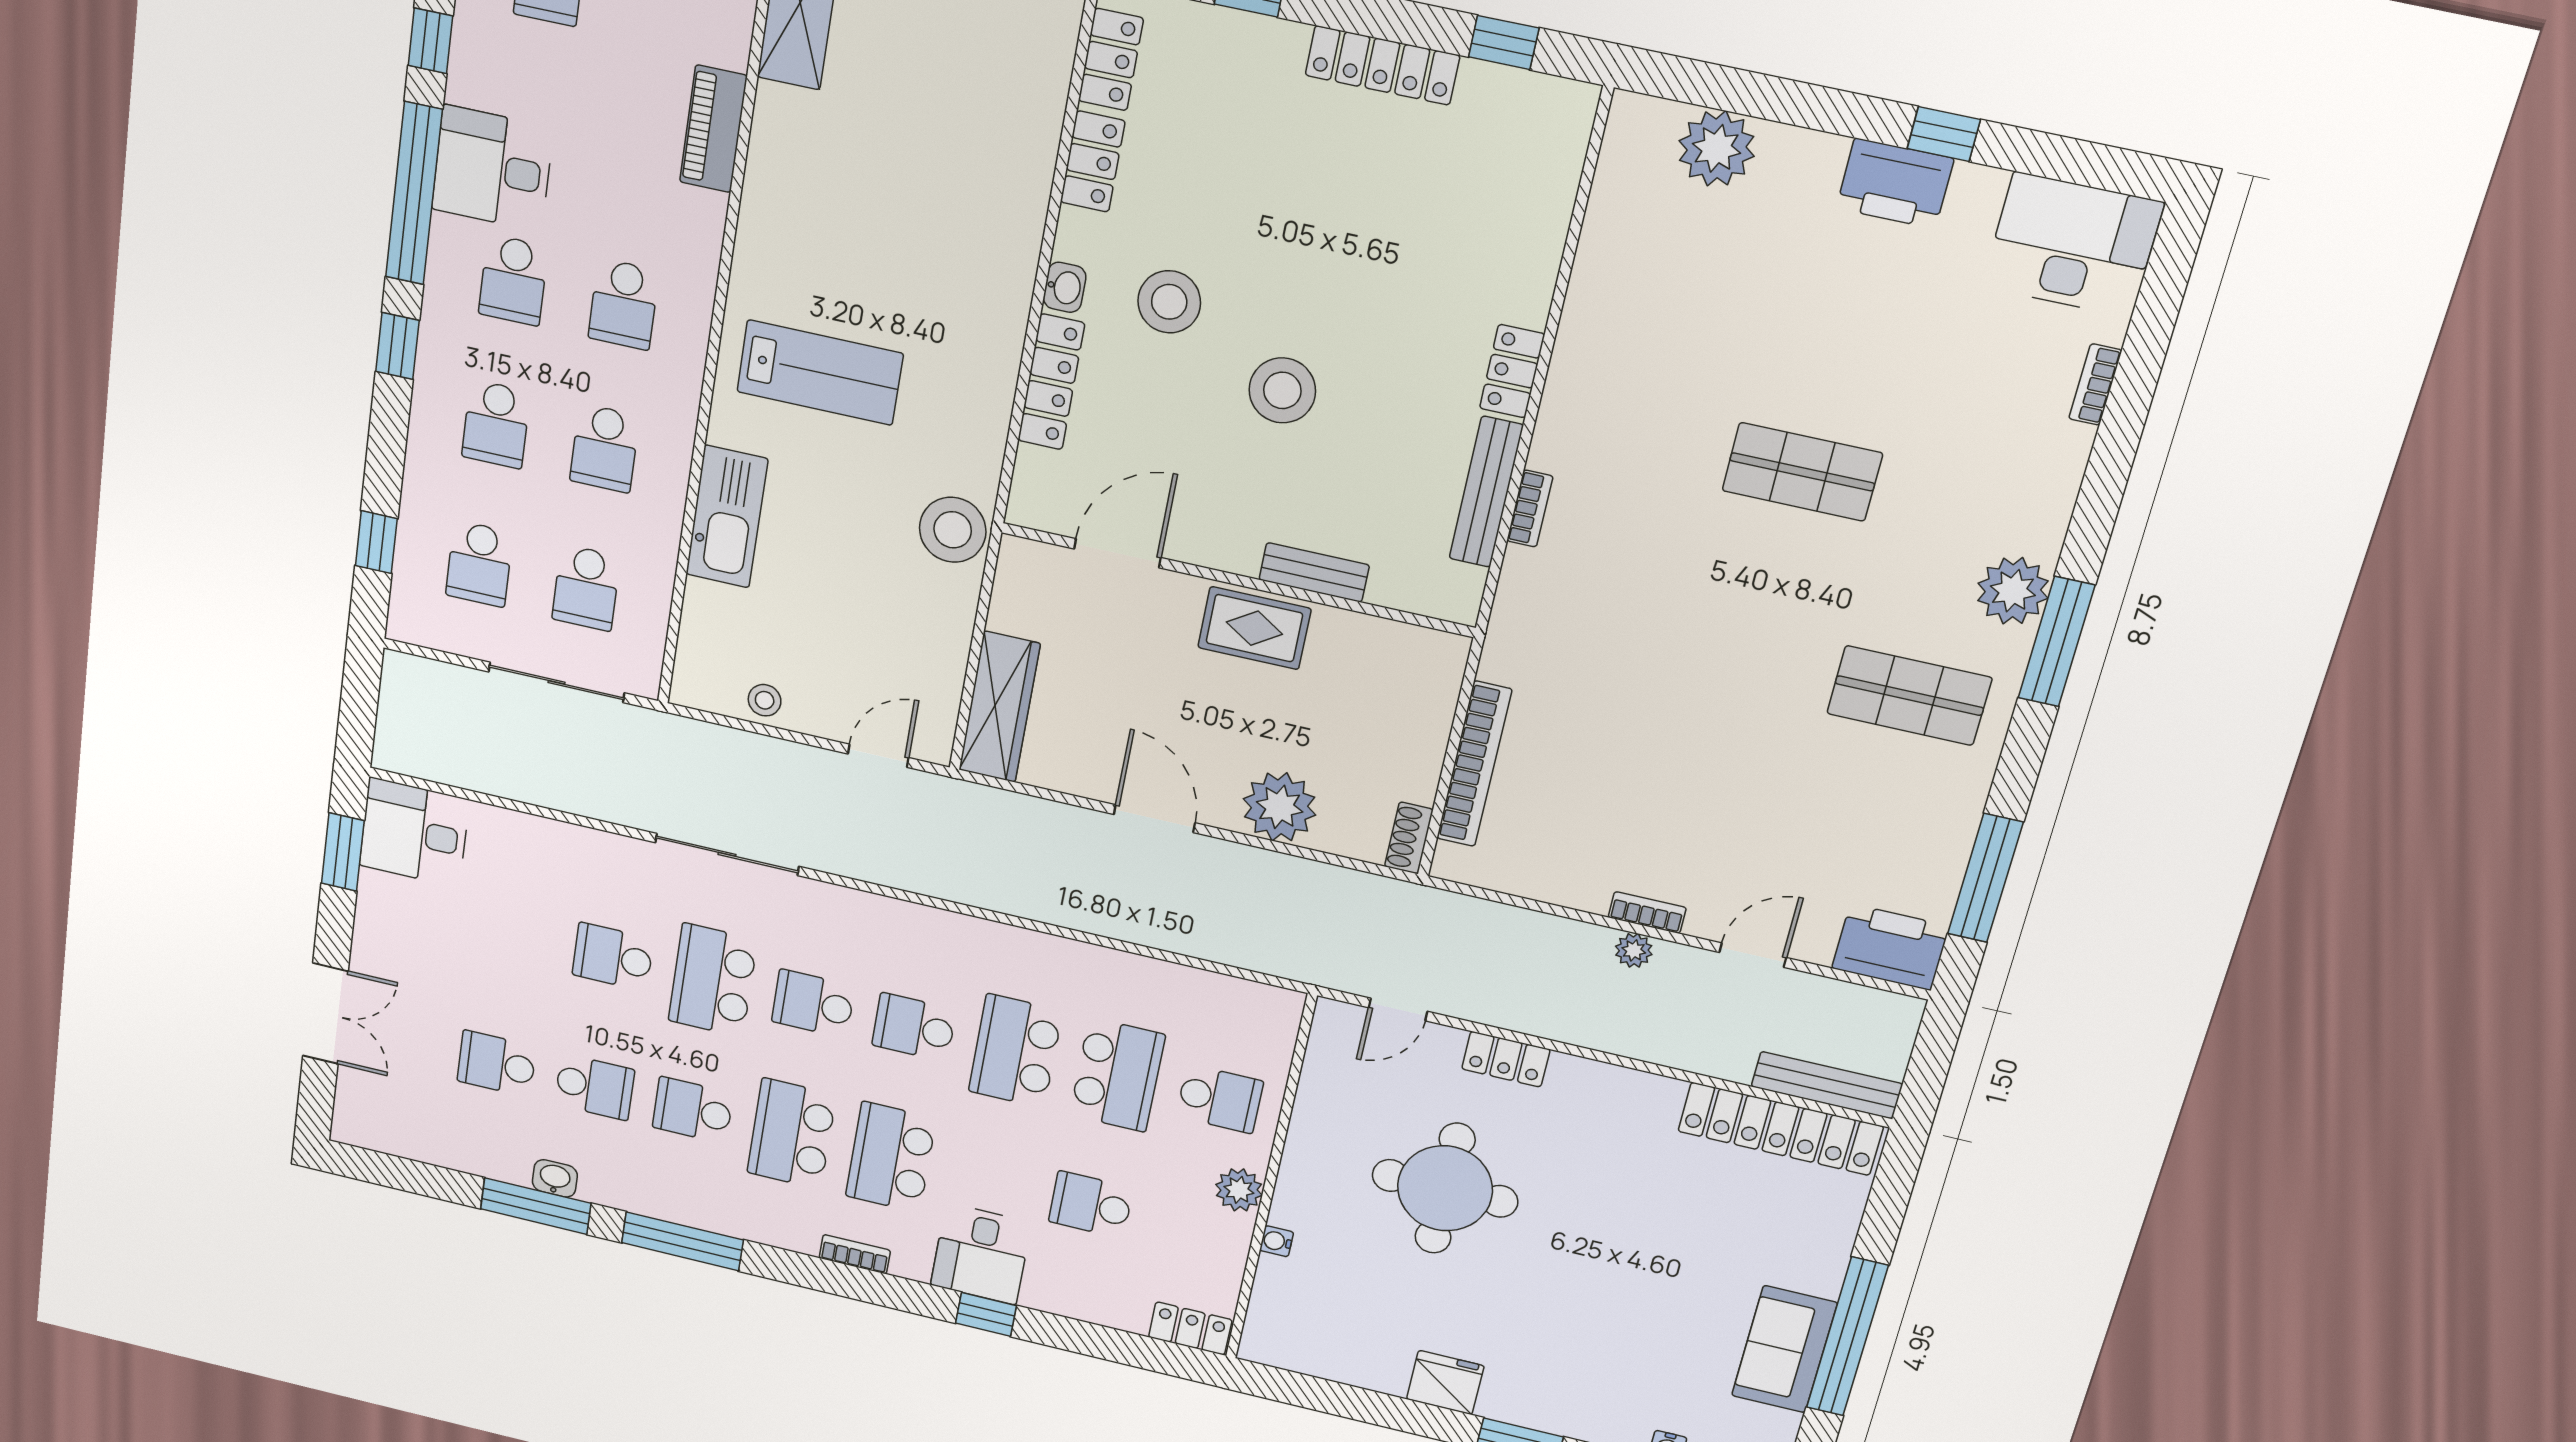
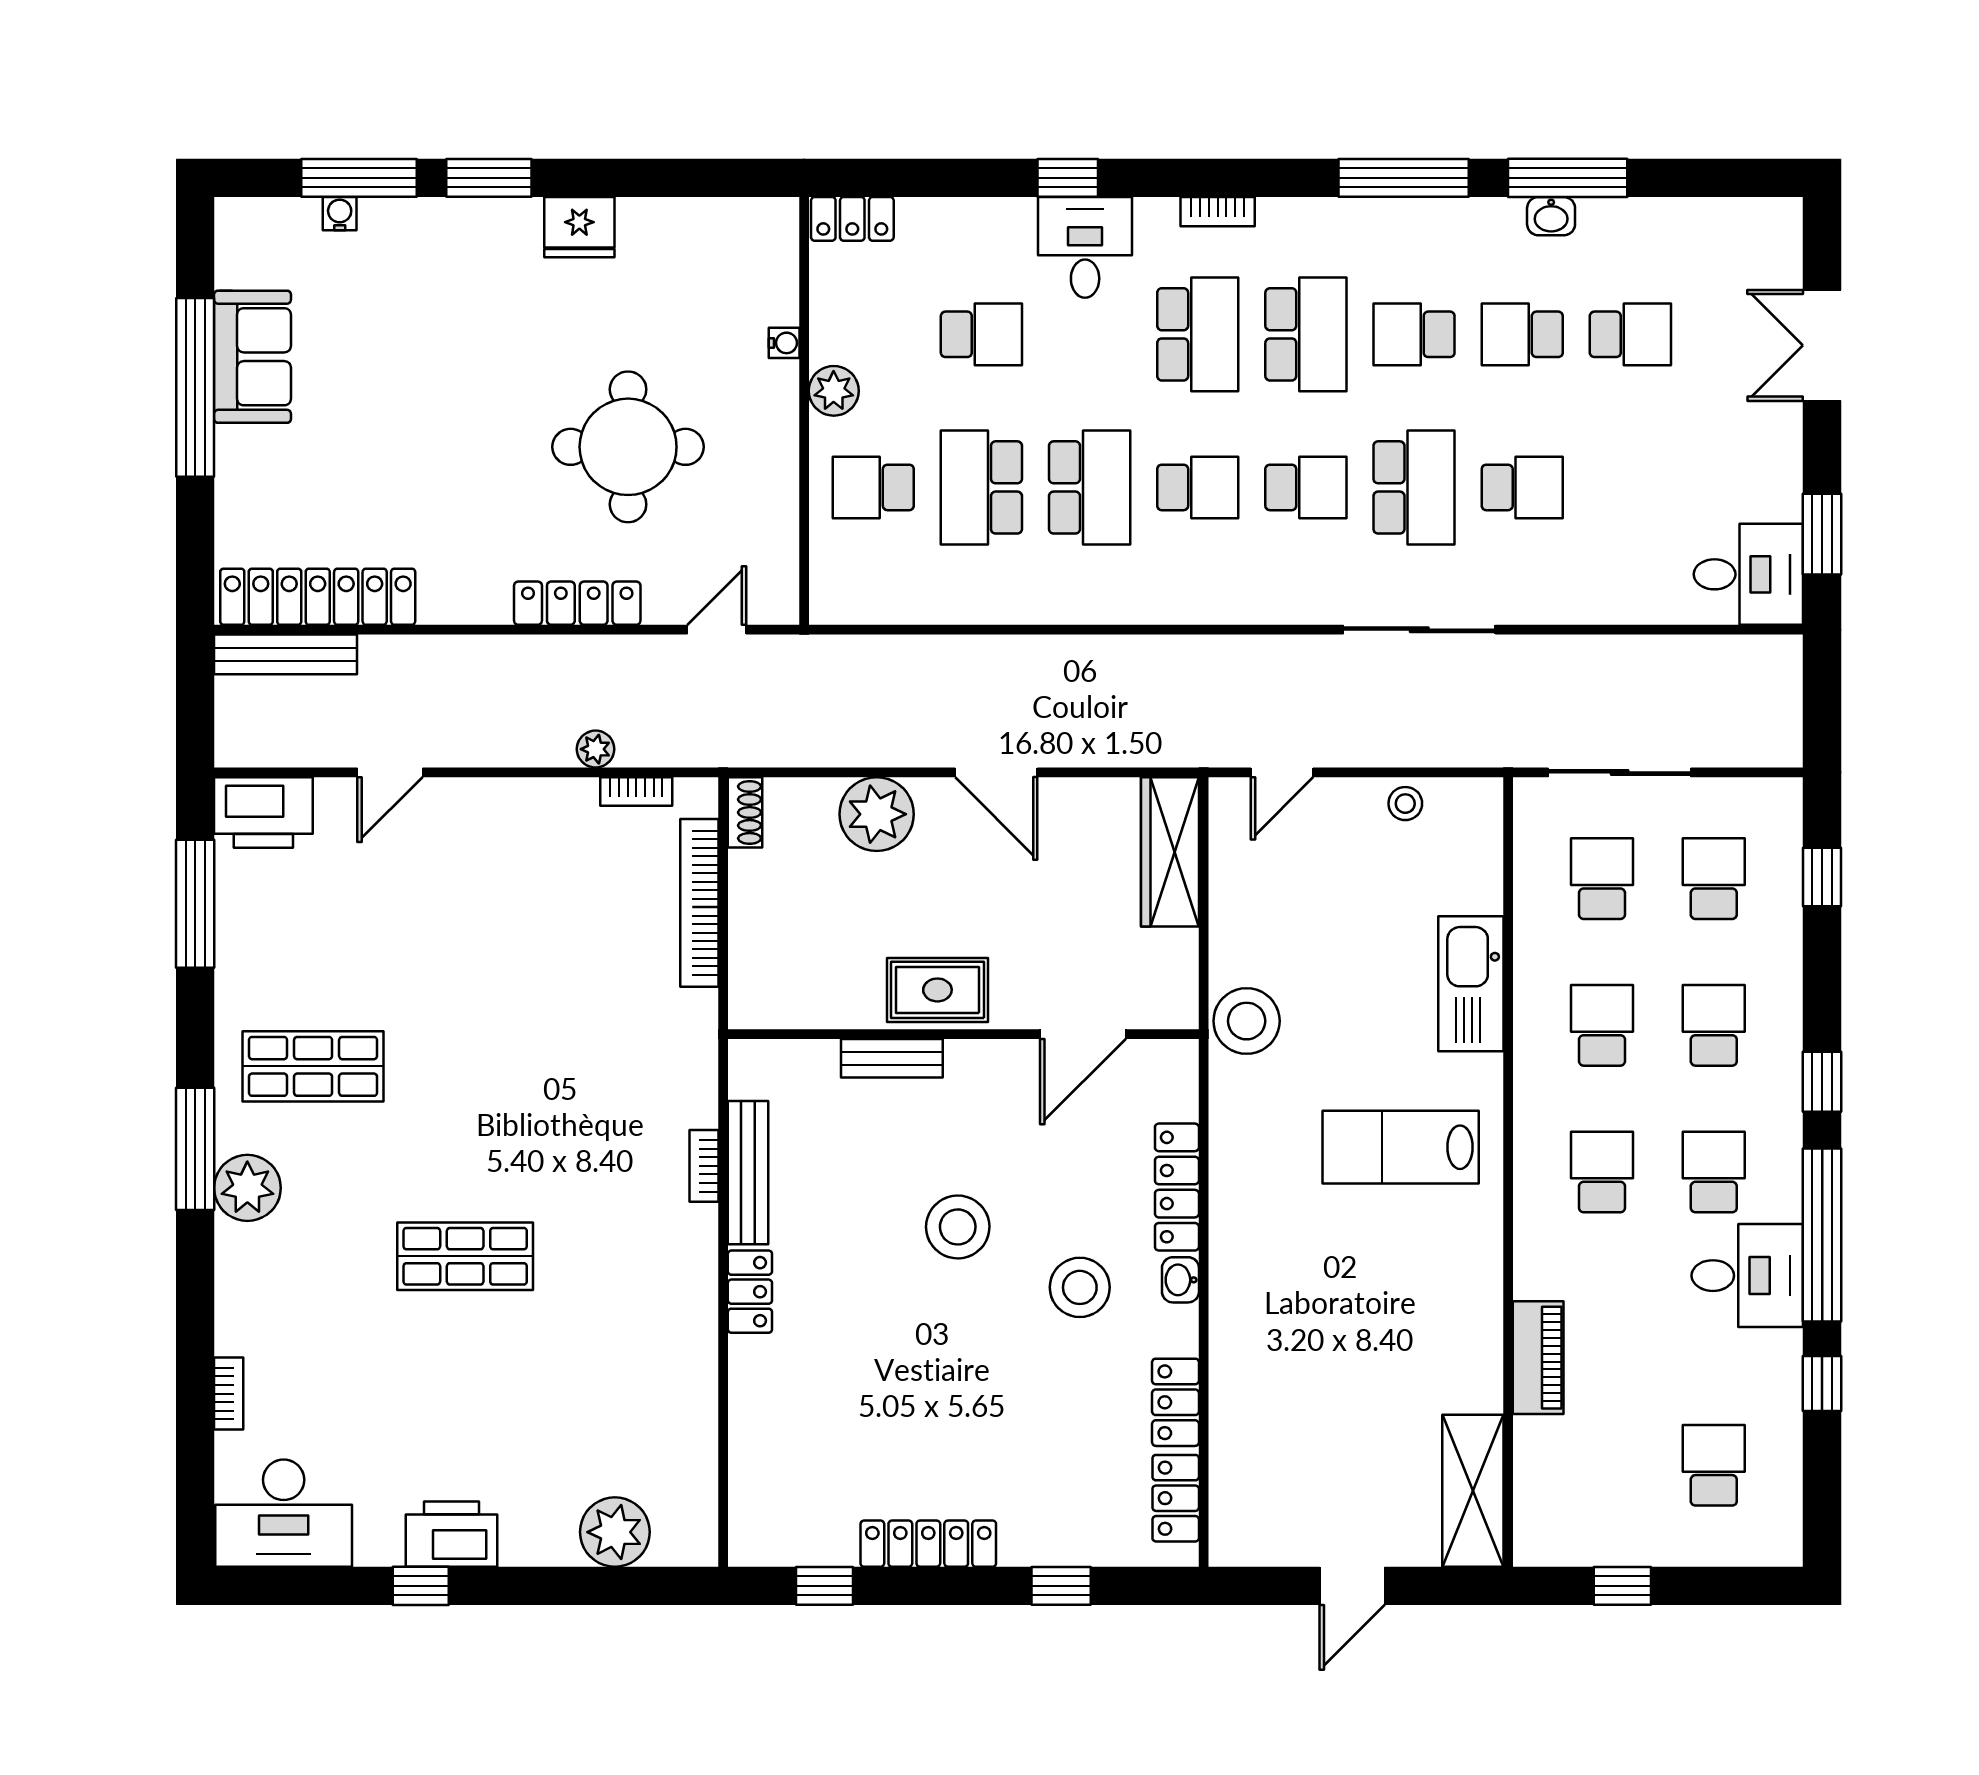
bookcase: (1647, 912) -> (636, 792), moved
plant: (1634, 950) -> (596, 749), moved
locker: (1506, 1059) -> (577, 603), width x1.53
school desk: (693, 1110) -> (1414, 334), turned 180

